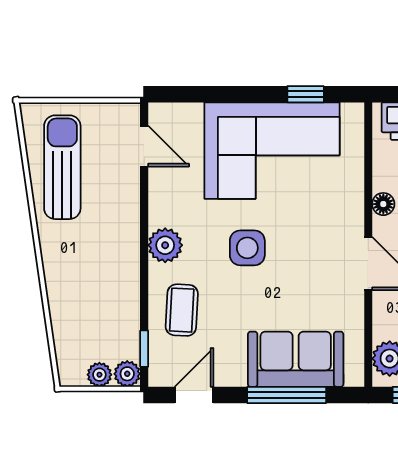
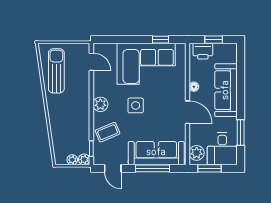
coffee table: (182, 310) -> (108, 132), turned 64
sofa: (296, 359) -> (156, 153), width x1.36
door: (194, 395) -> (113, 168), swing flipped

